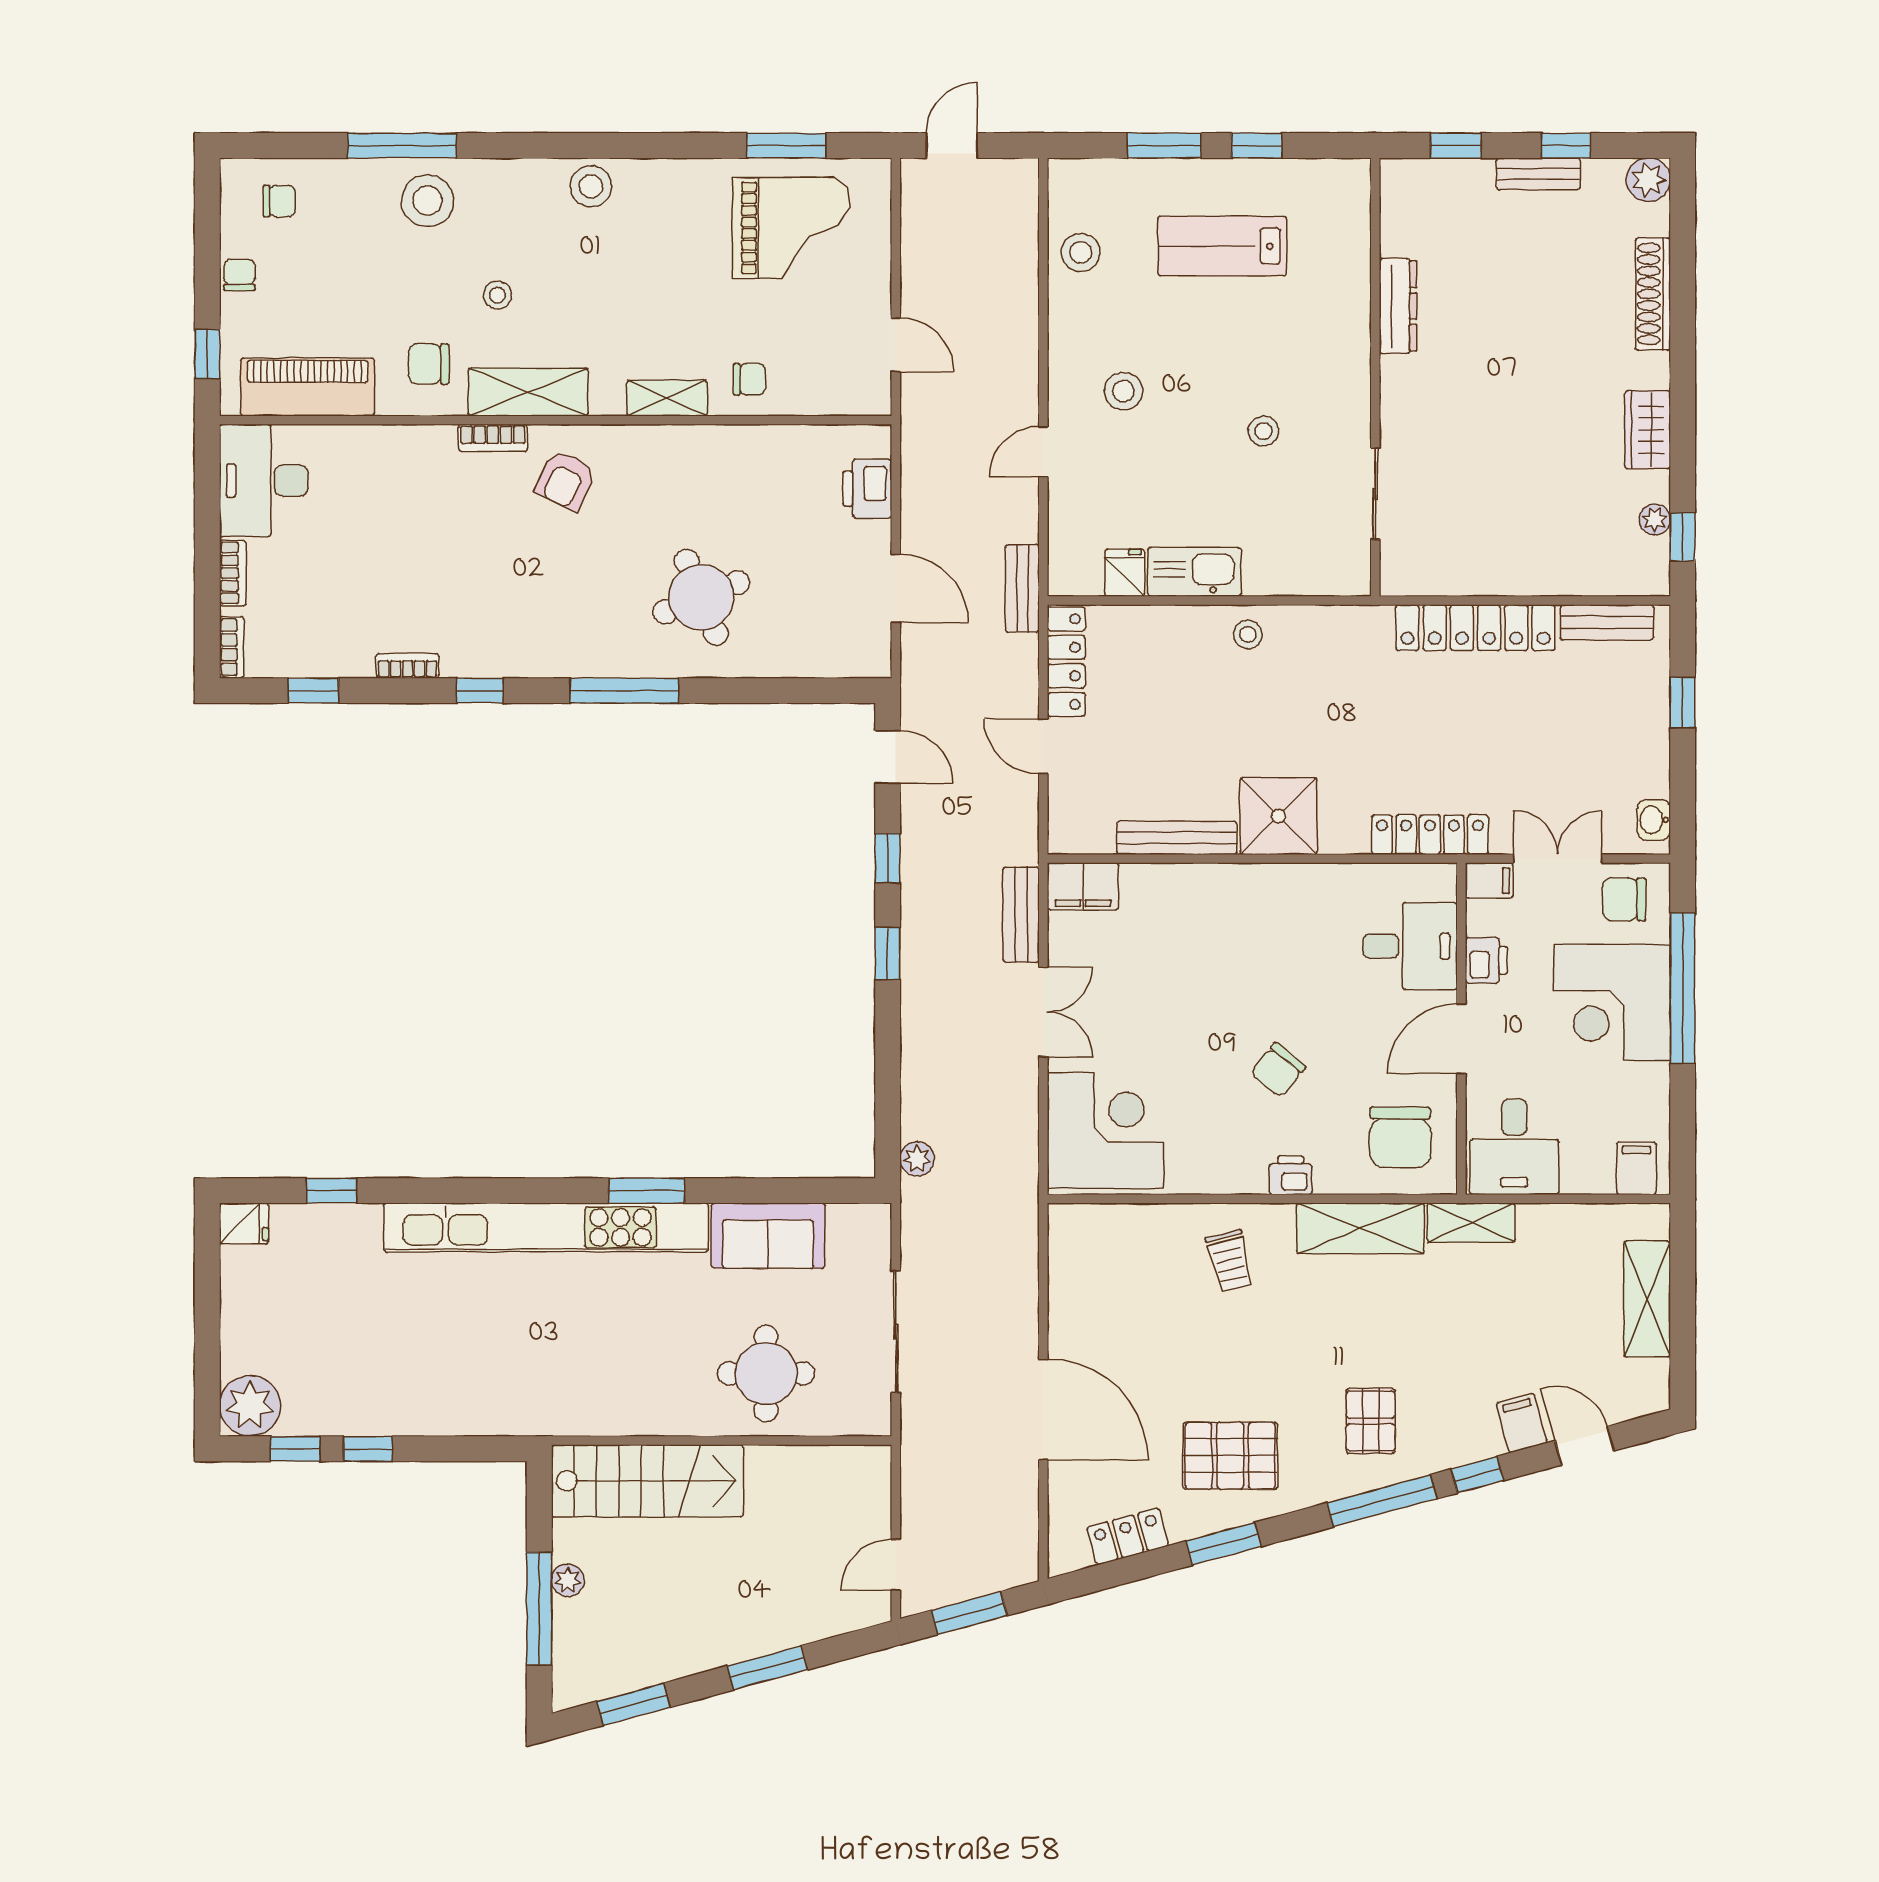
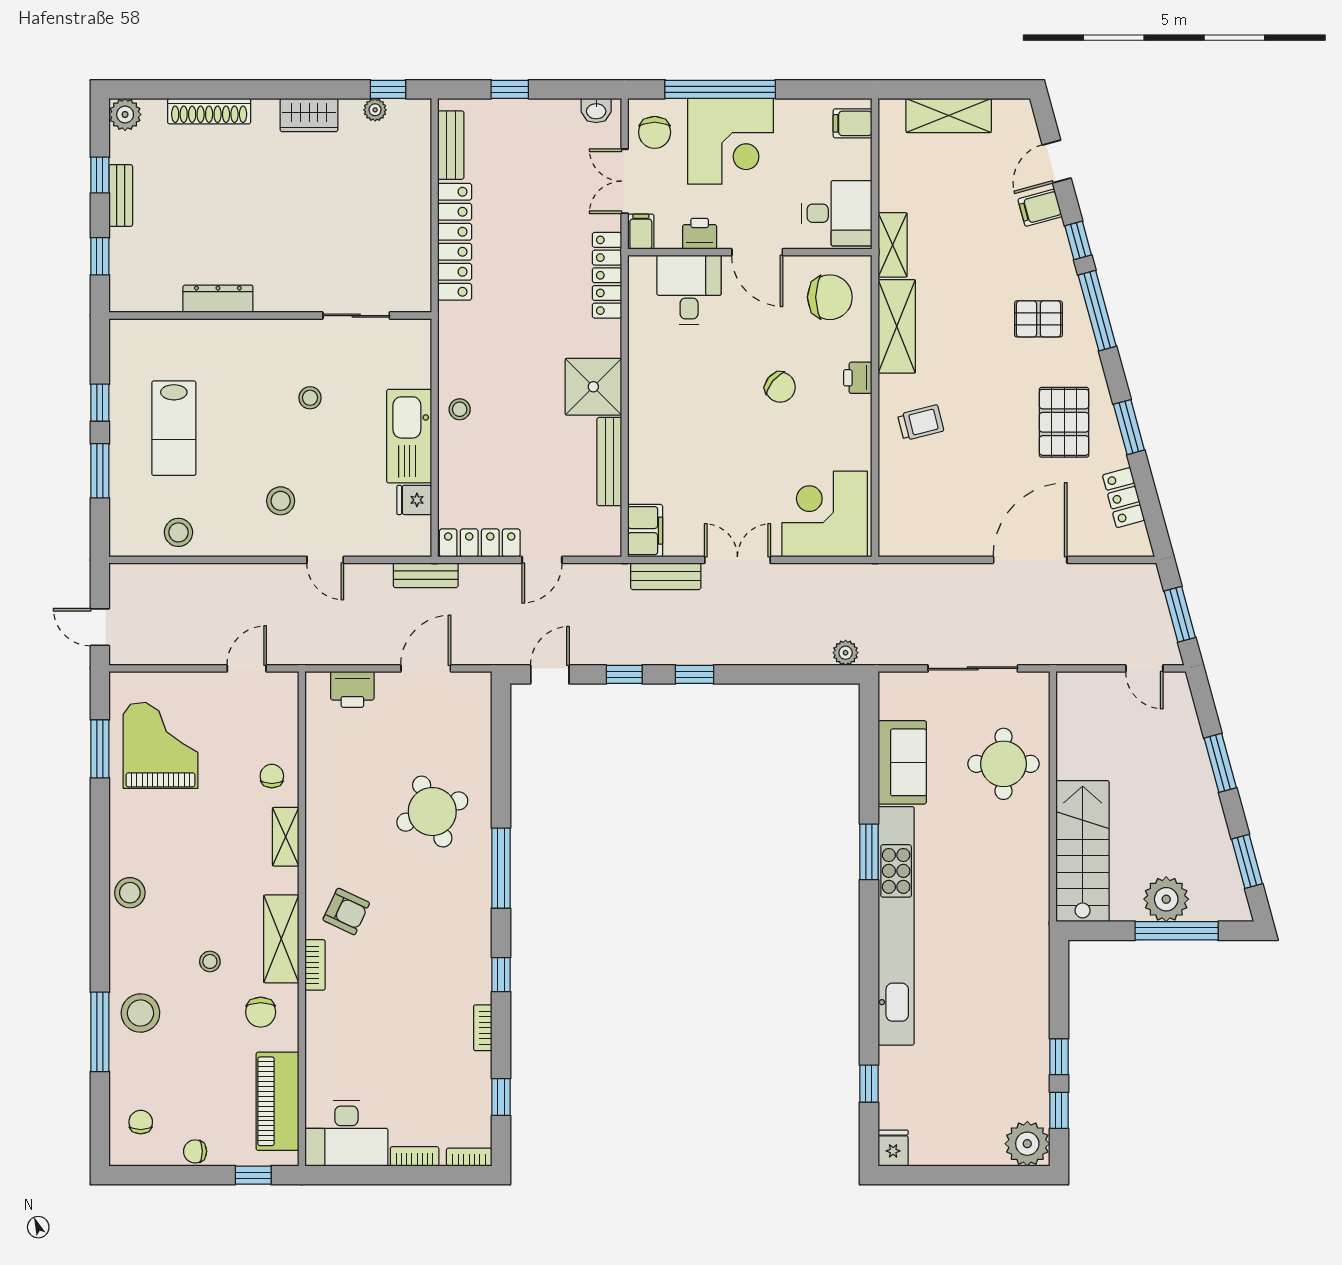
kitchen sink: (1194, 572) -> (409, 436), width x1.36, depth x1.24
plant: (568, 1580) -> (1166, 899), width x1.88, depth x1.88

